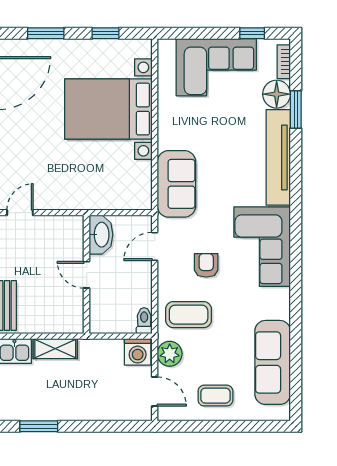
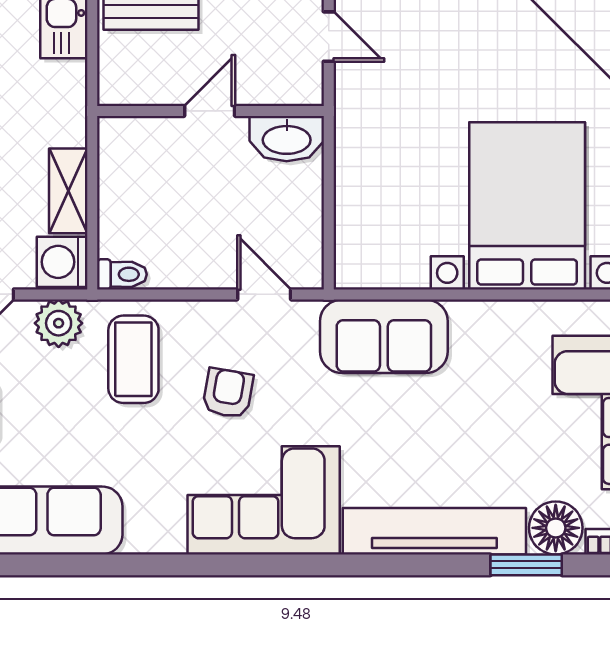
washbasin: (101, 235) -> (287, 139), moved
armchair: (206, 265) -> (228, 393), turned -80
wall: (87, 274) -> (210, 111), moved
door: (87, 275) -> (210, 111), moved
shelving: (55, 349) -> (68, 191), moved

